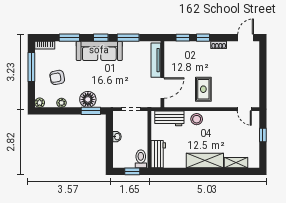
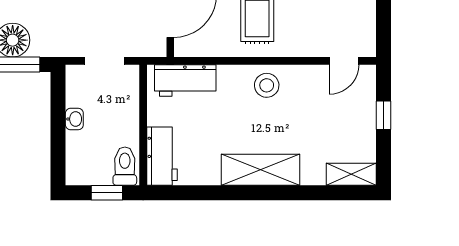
door: (244, 109) -> (344, 61), hinge flipped
stool: (197, 119) -> (267, 85), moved
shelving: (236, 163) -> (351, 174), moved

